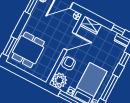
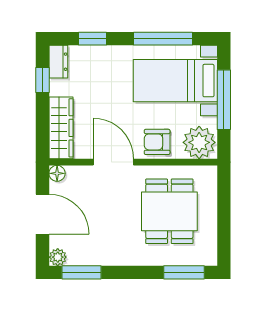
wardrobe: (91, 25) -> (61, 128), width x1.50
dining table: (28, 50) -> (169, 211), moved, turned 90

